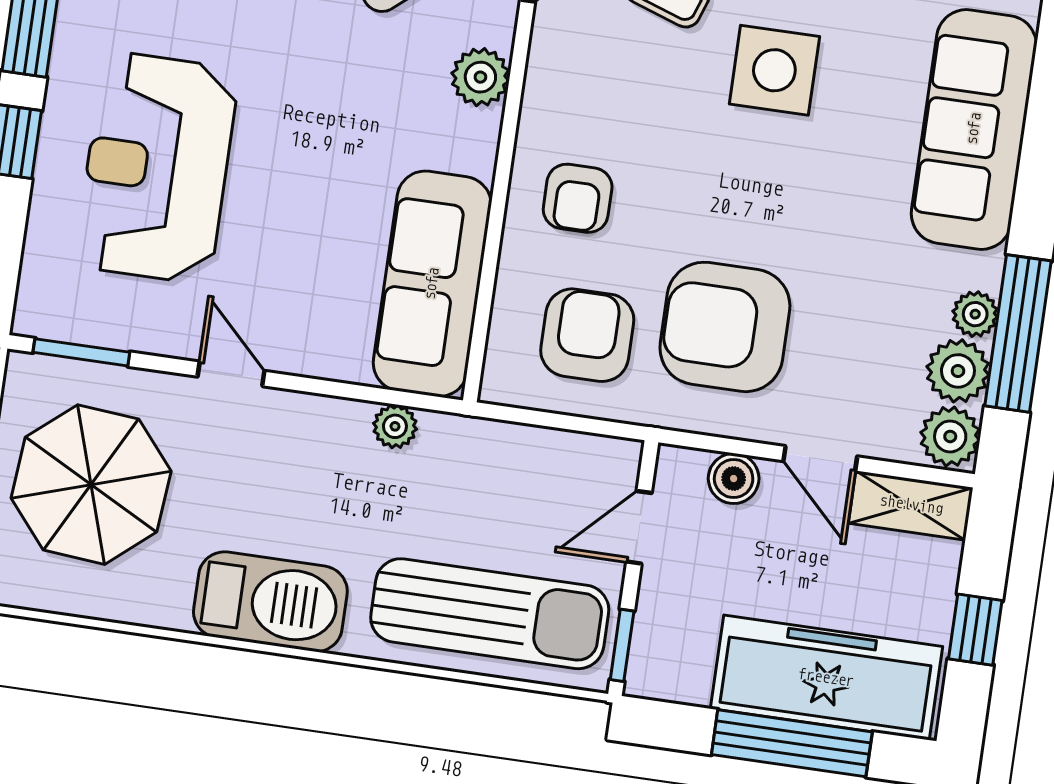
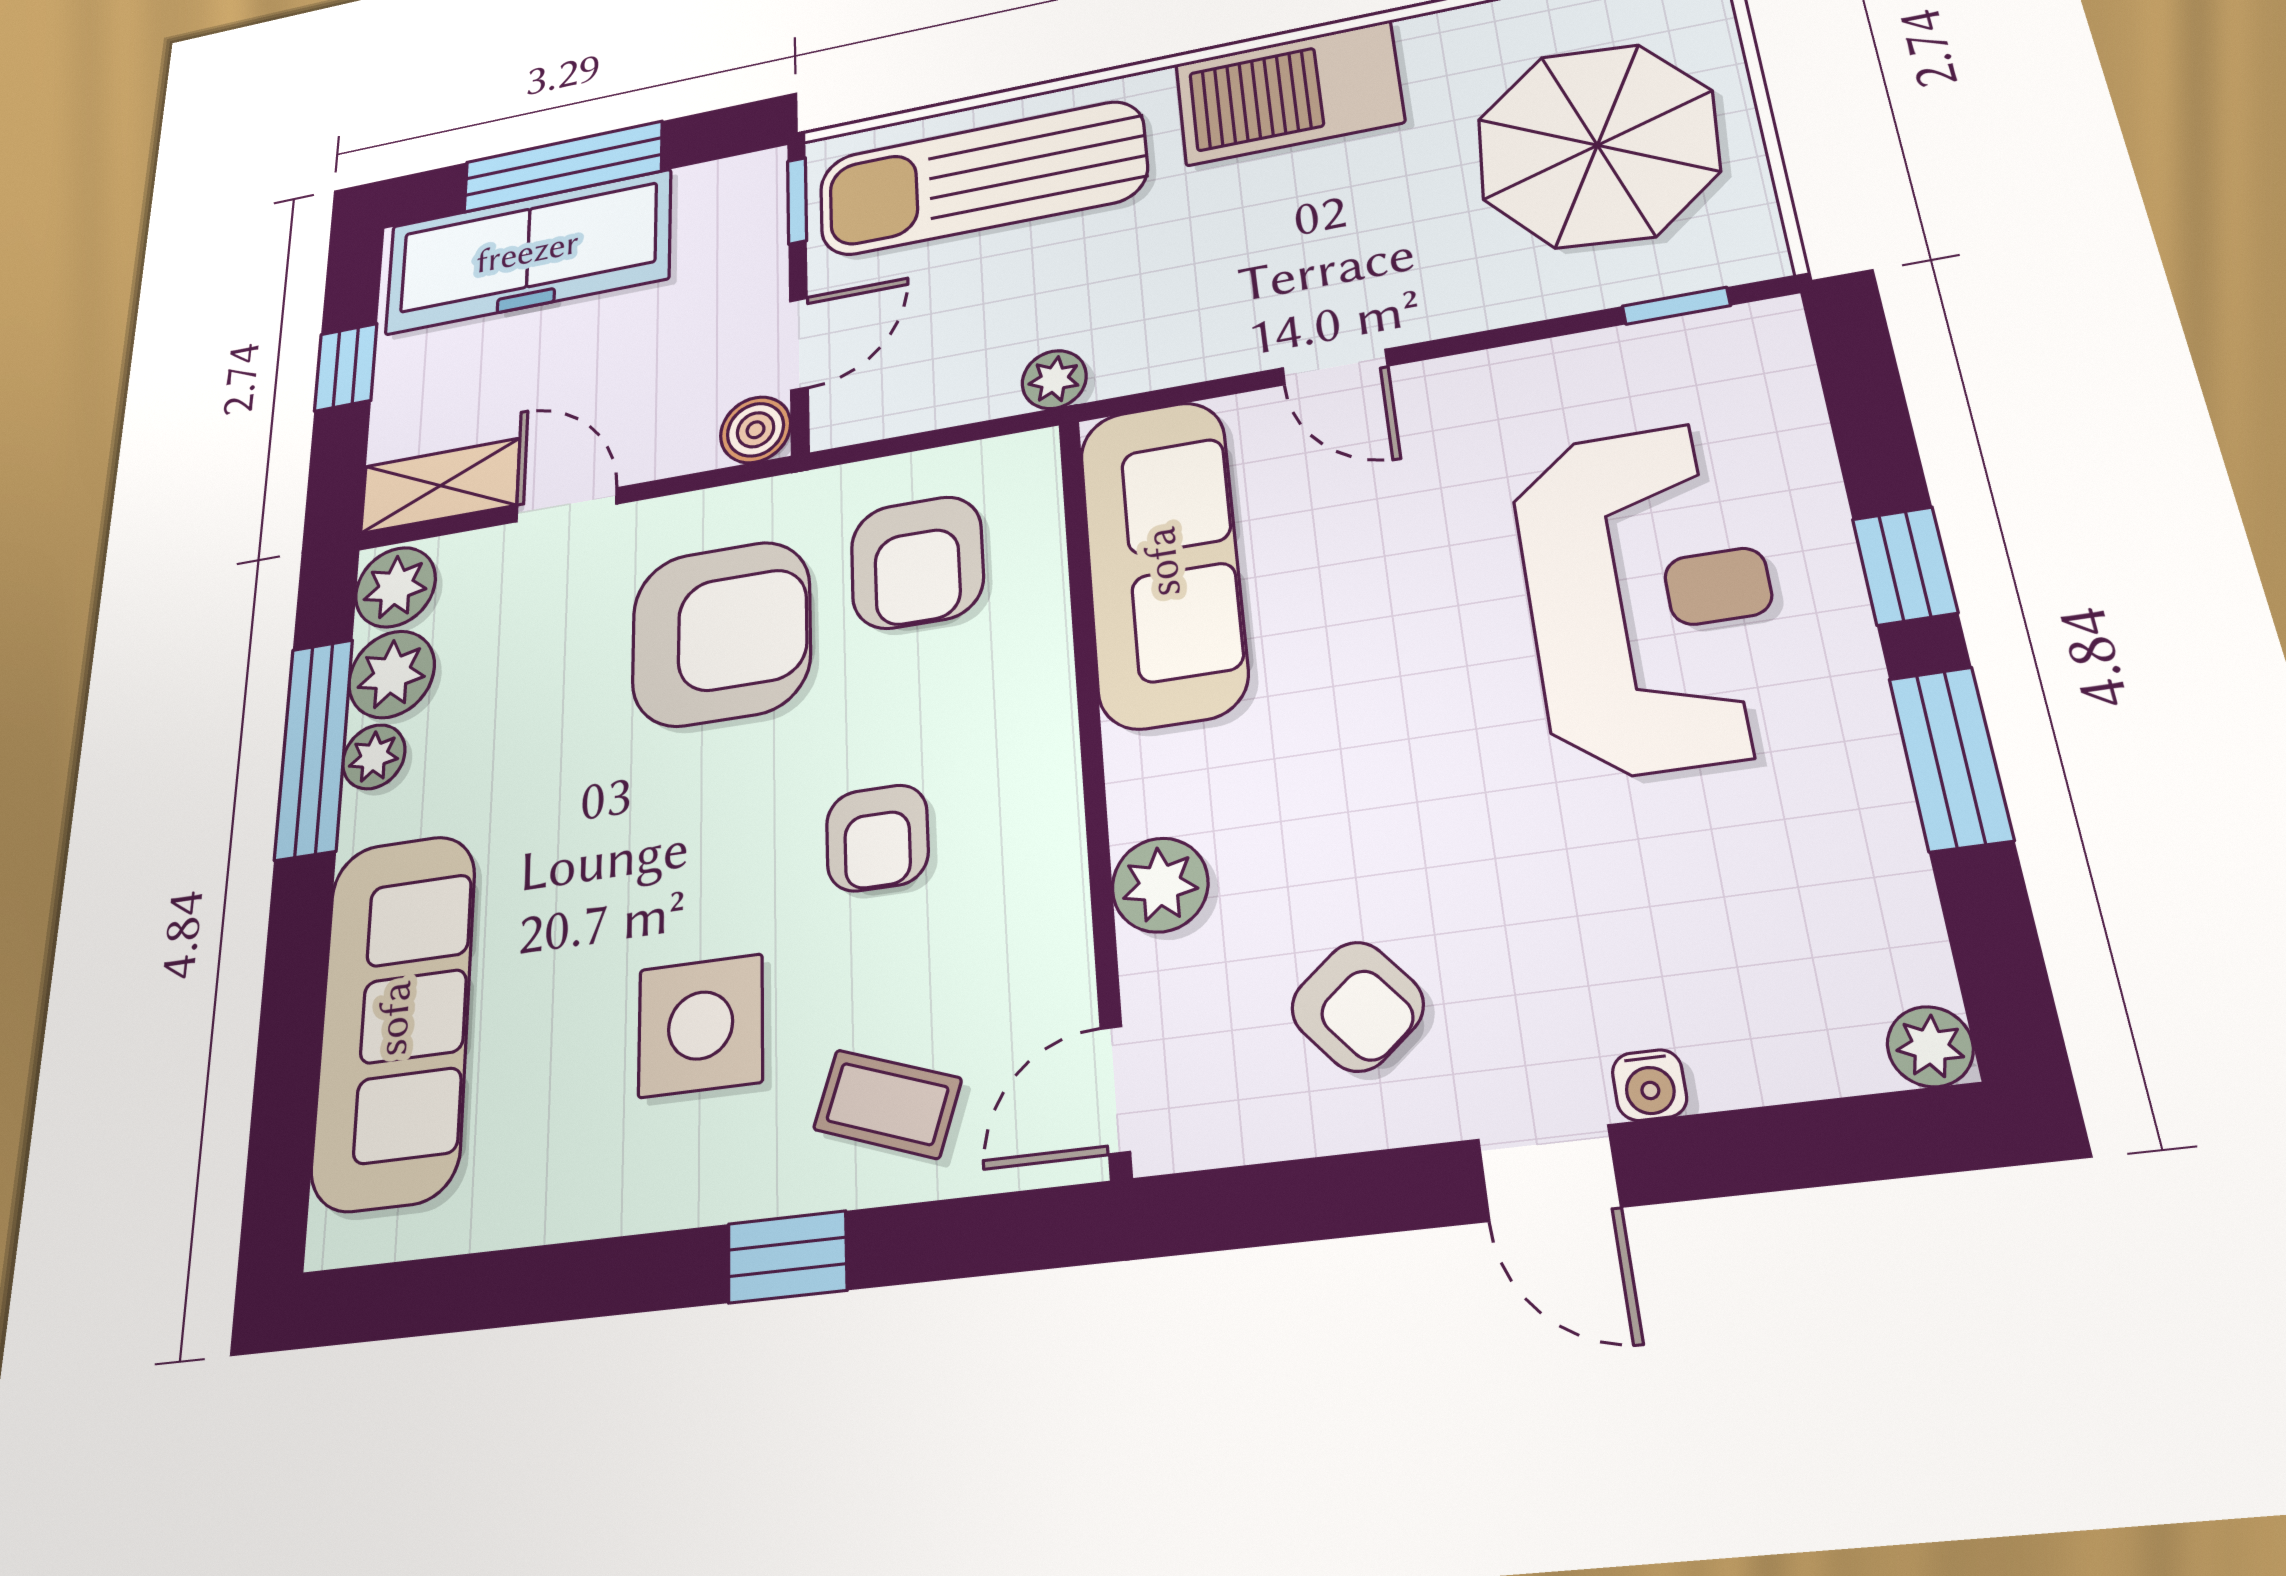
armchair: (578, 198) -> (877, 838), moved, turned 180
window: (81, 352) -> (1676, 306), width x0.67
door: (231, 374) -> (1335, 367), moved
plant: (395, 426) -> (1054, 380), moved
boiler: (734, 479) -> (756, 430), moved

